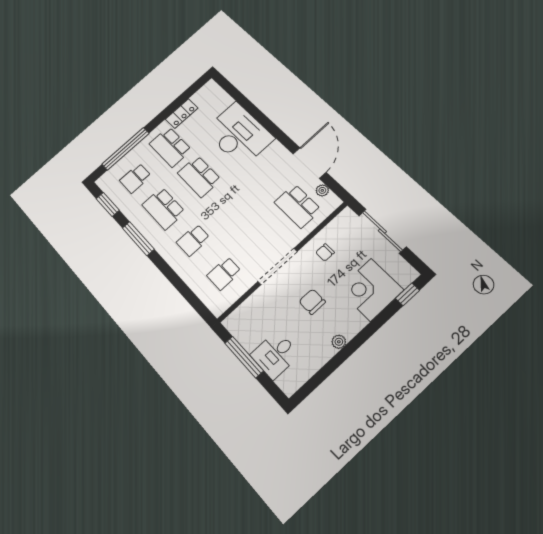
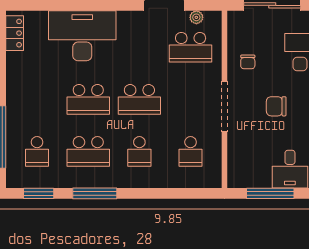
locker: (182, 114) -> (15, 33), moved
school desk: (170, 147) -> (139, 99), moved

